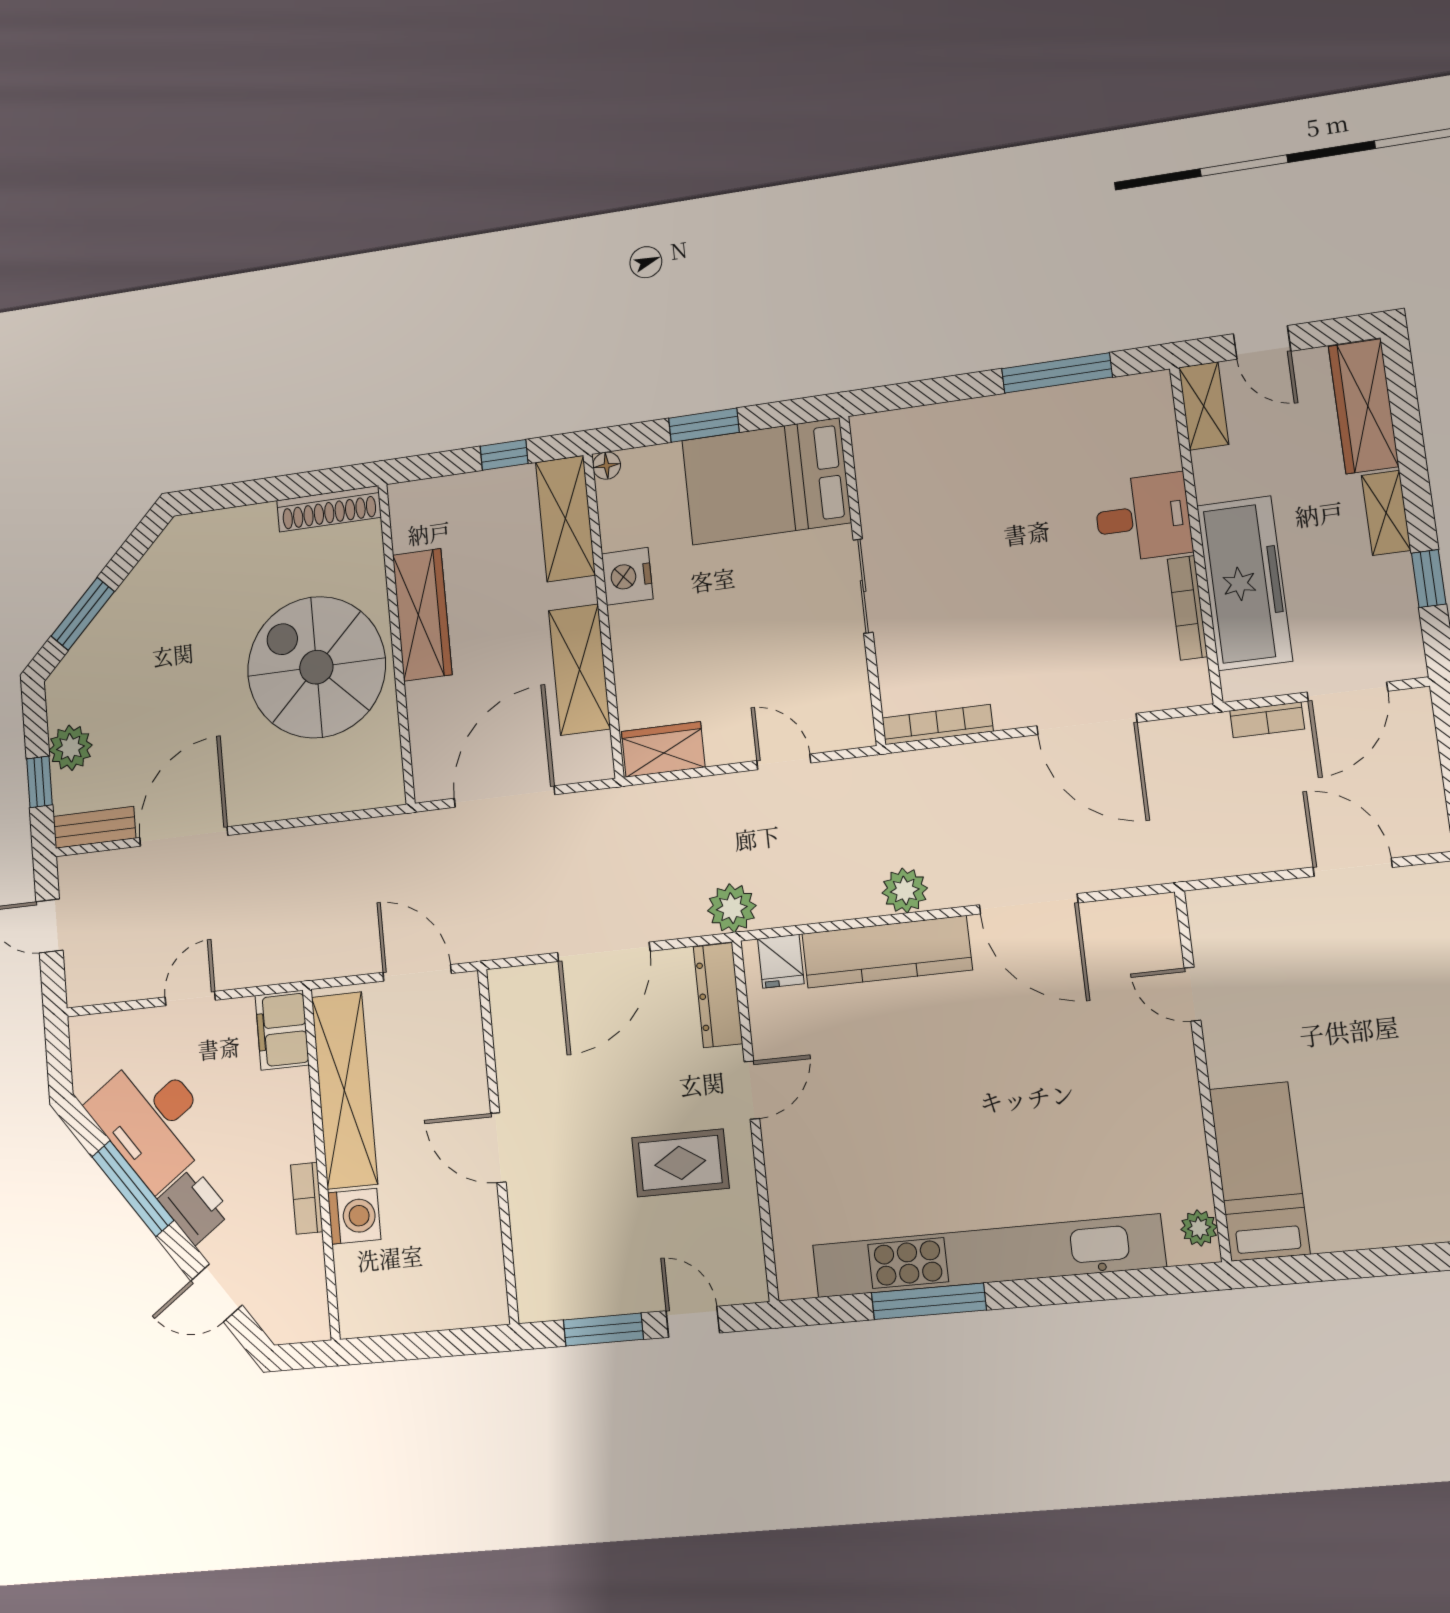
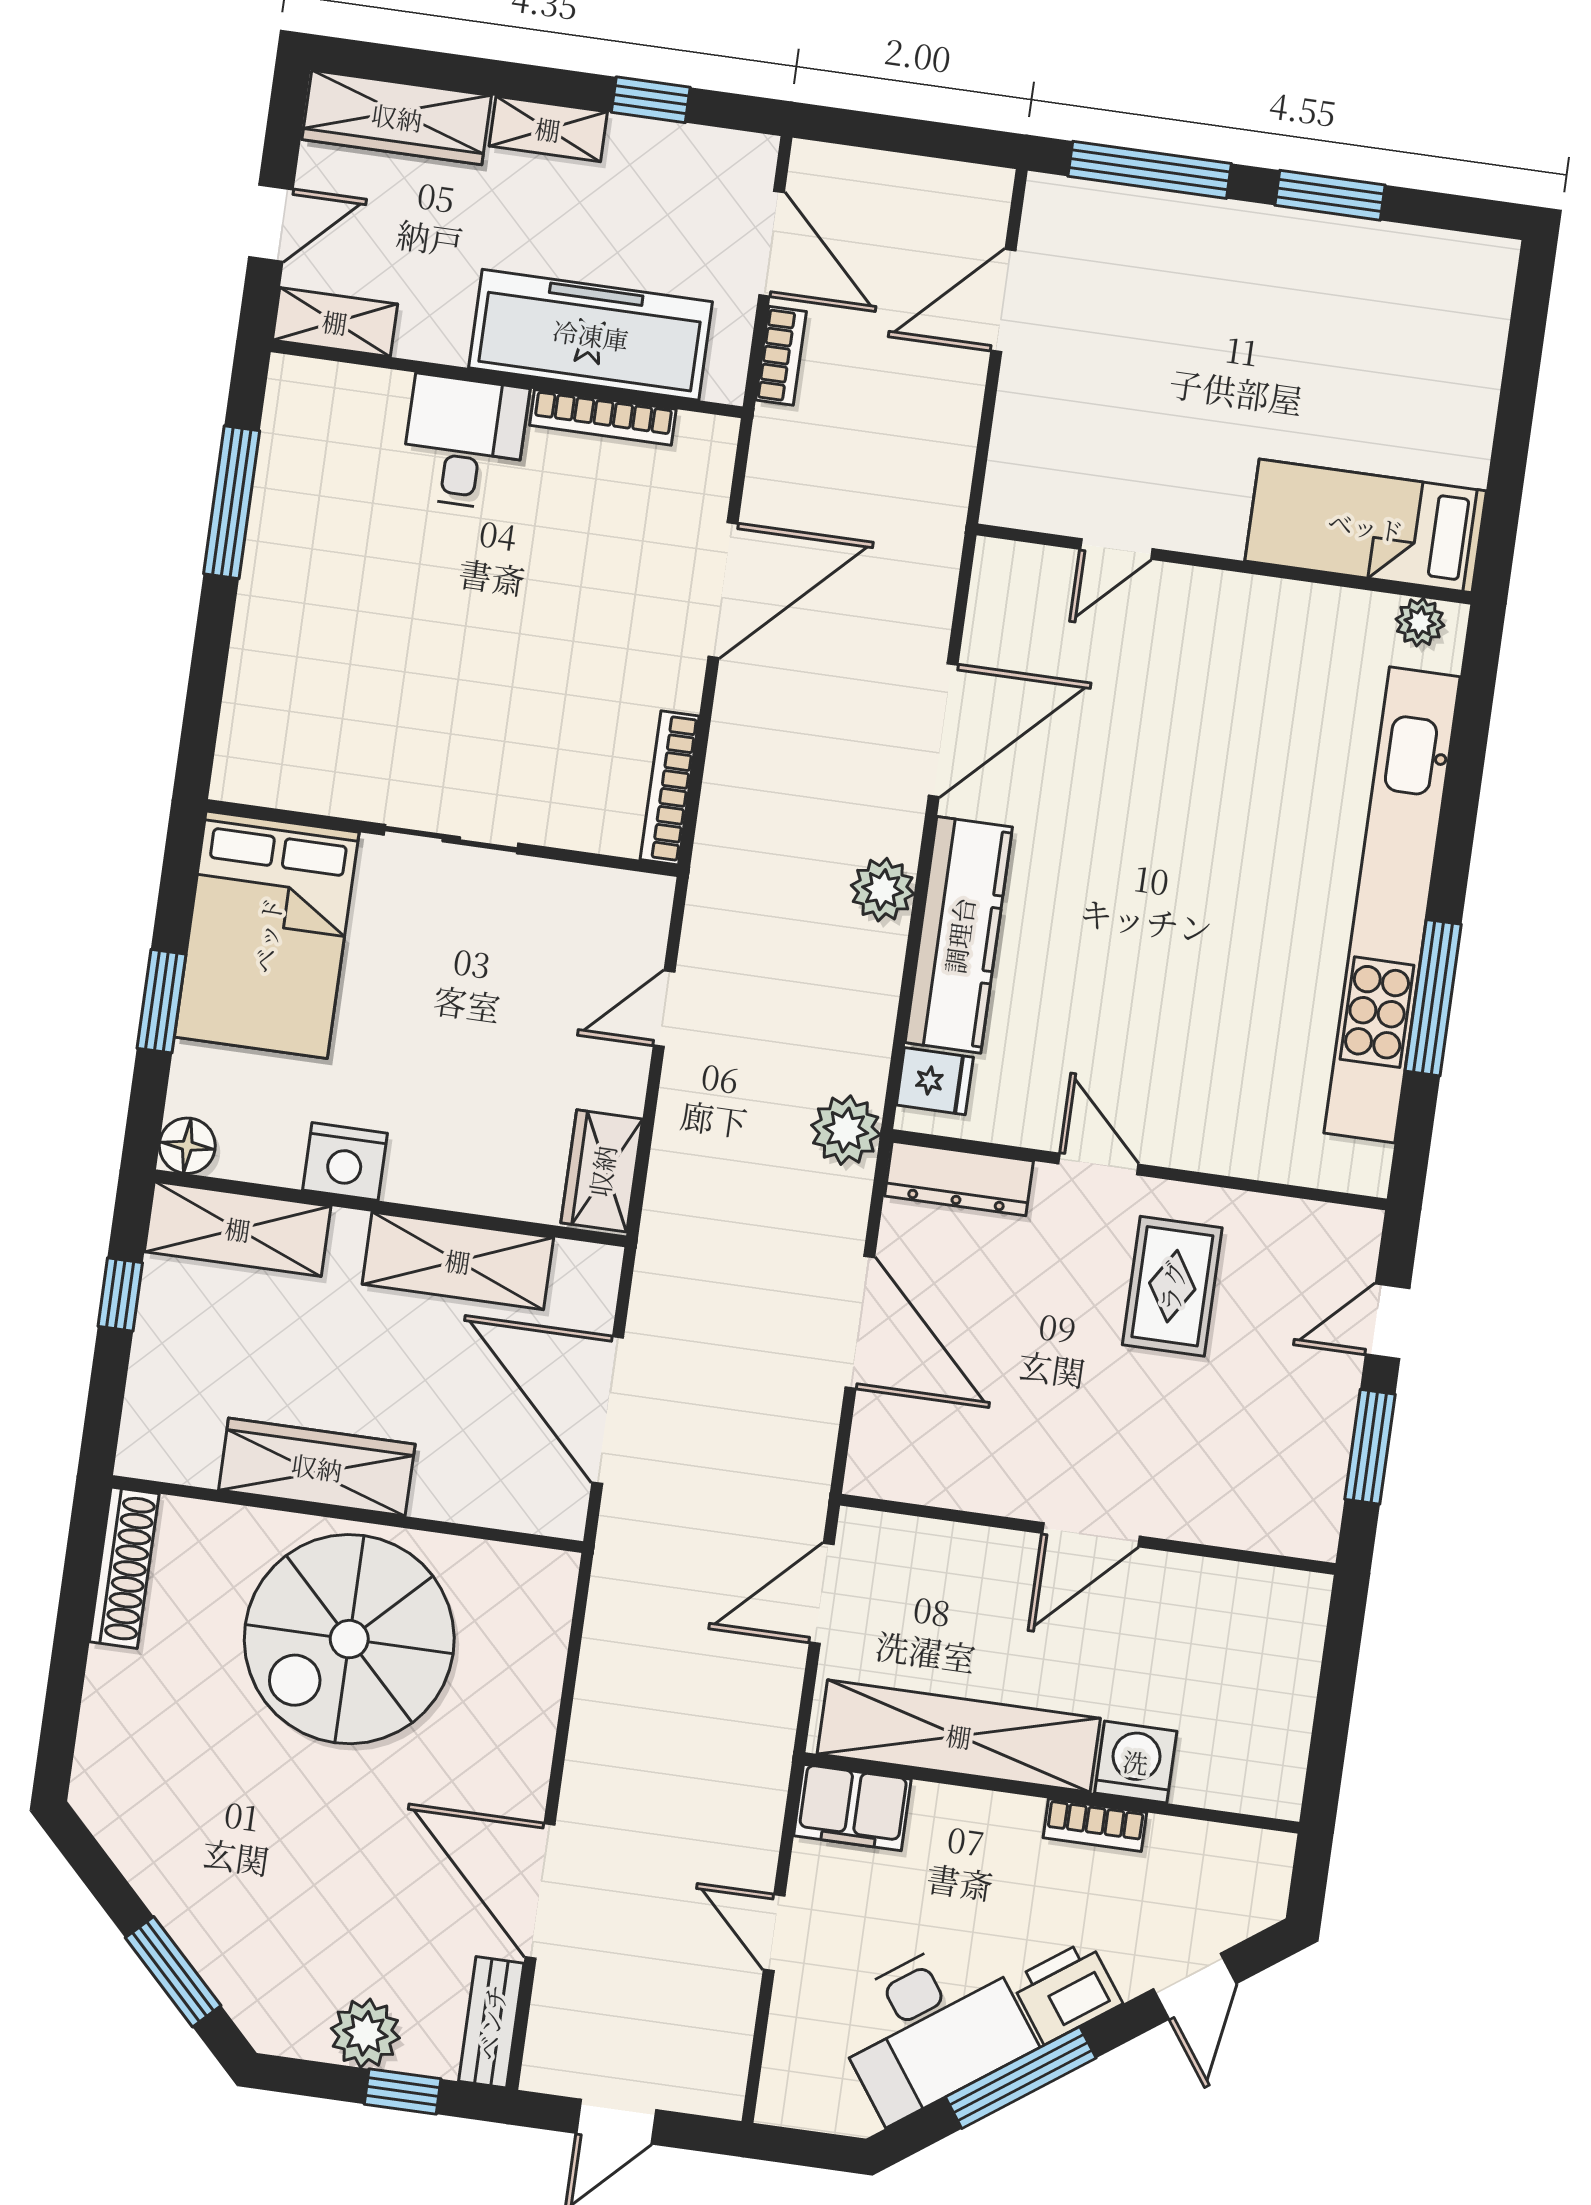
floor lamp: (607, 466) -> (187, 1146), width x1.37, depth x1.37

